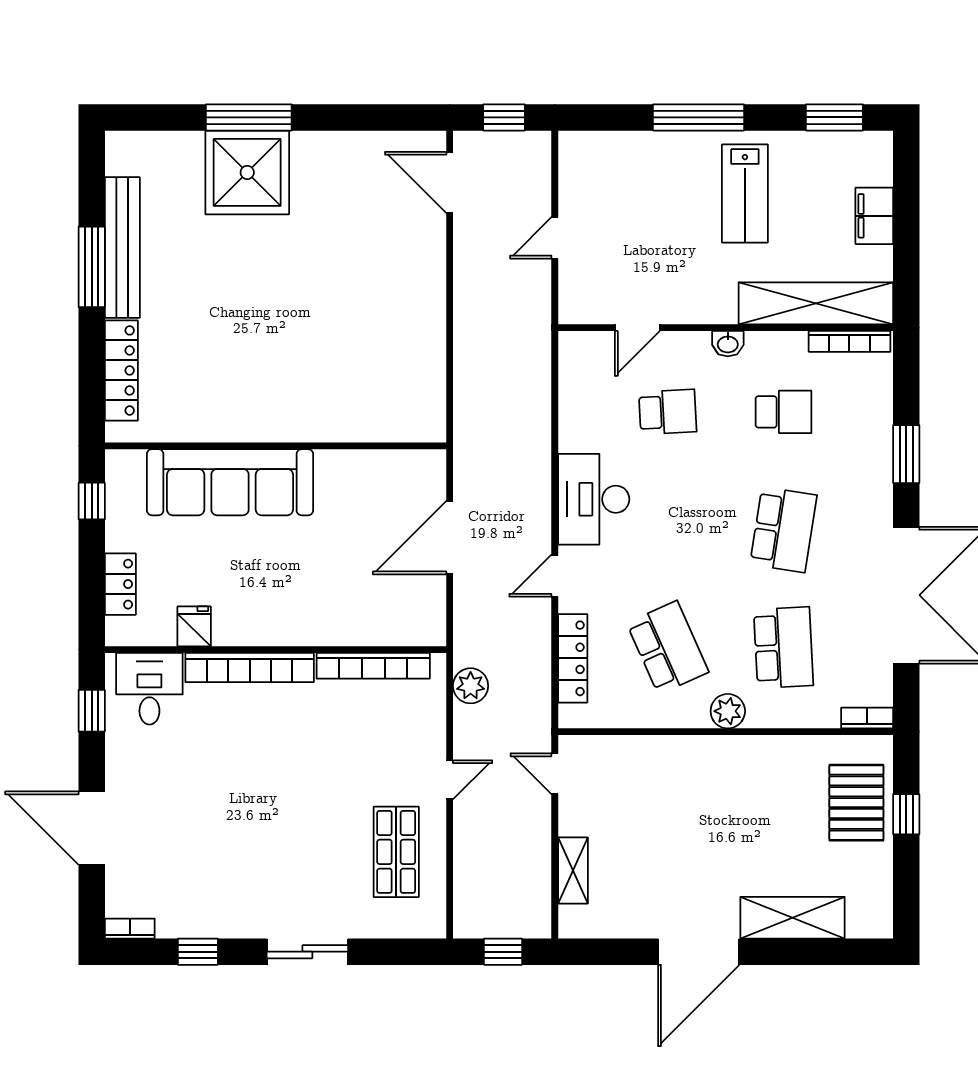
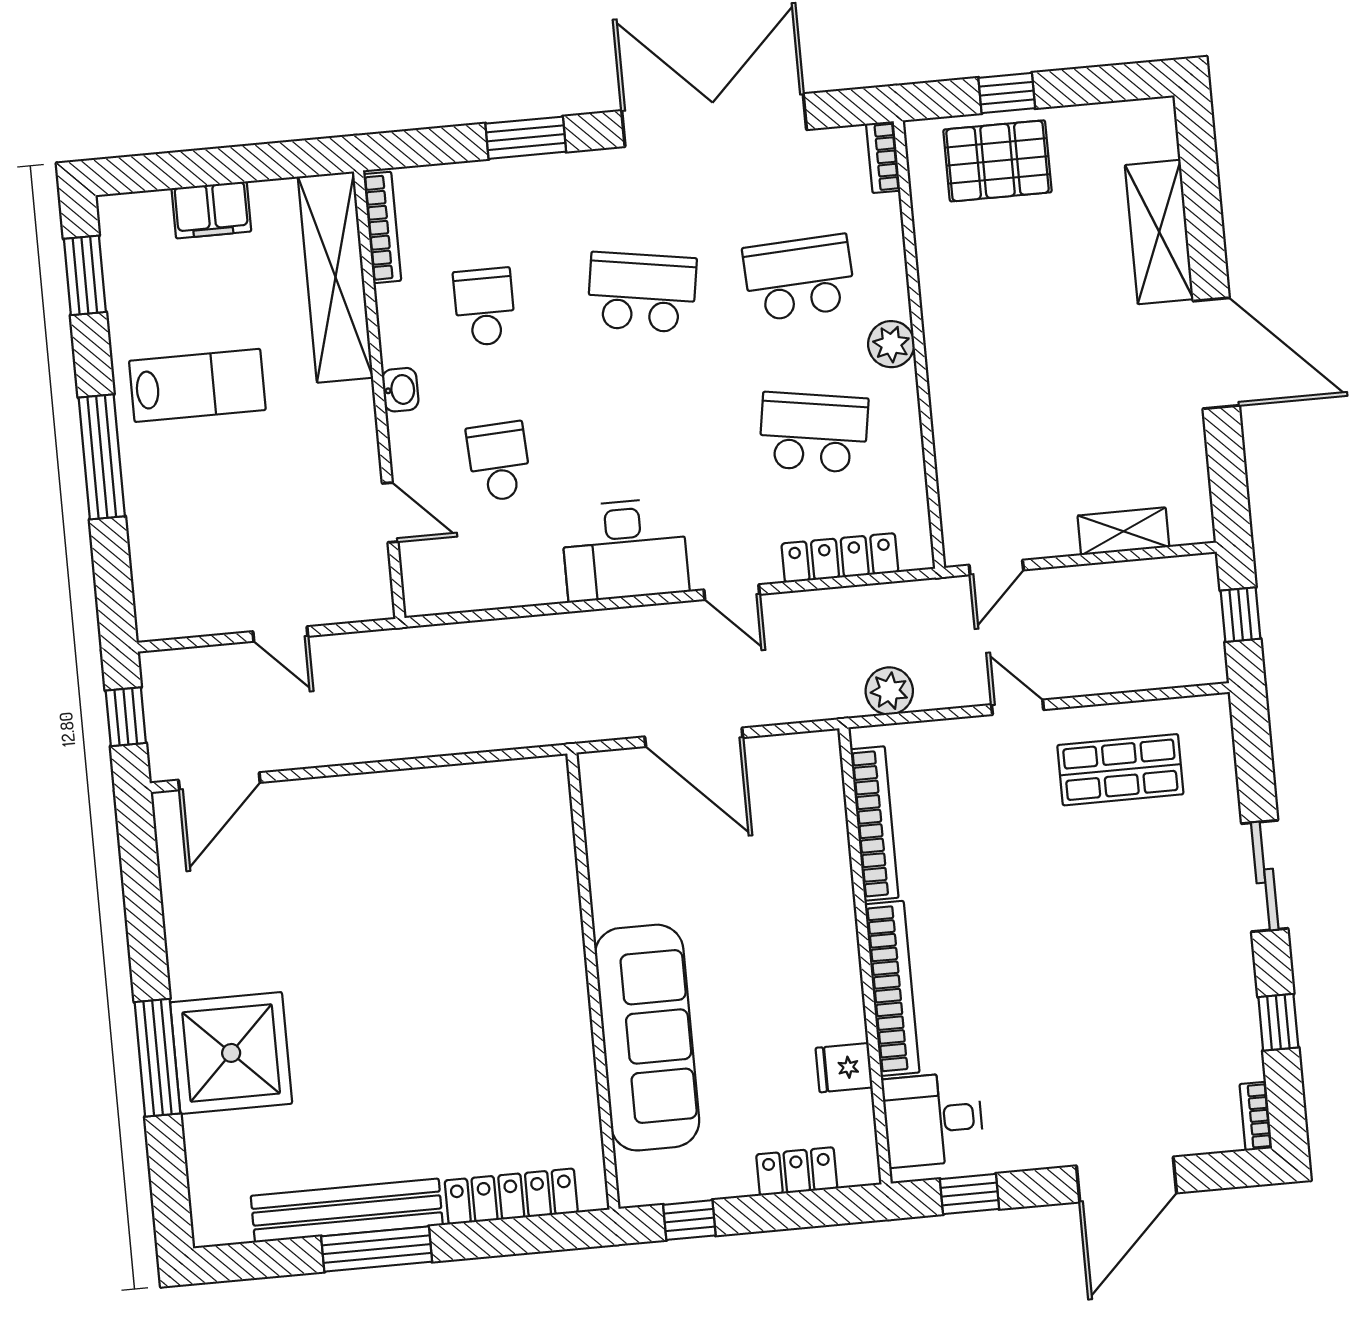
school desk: (668, 647) -> (814, 432), turned 33

